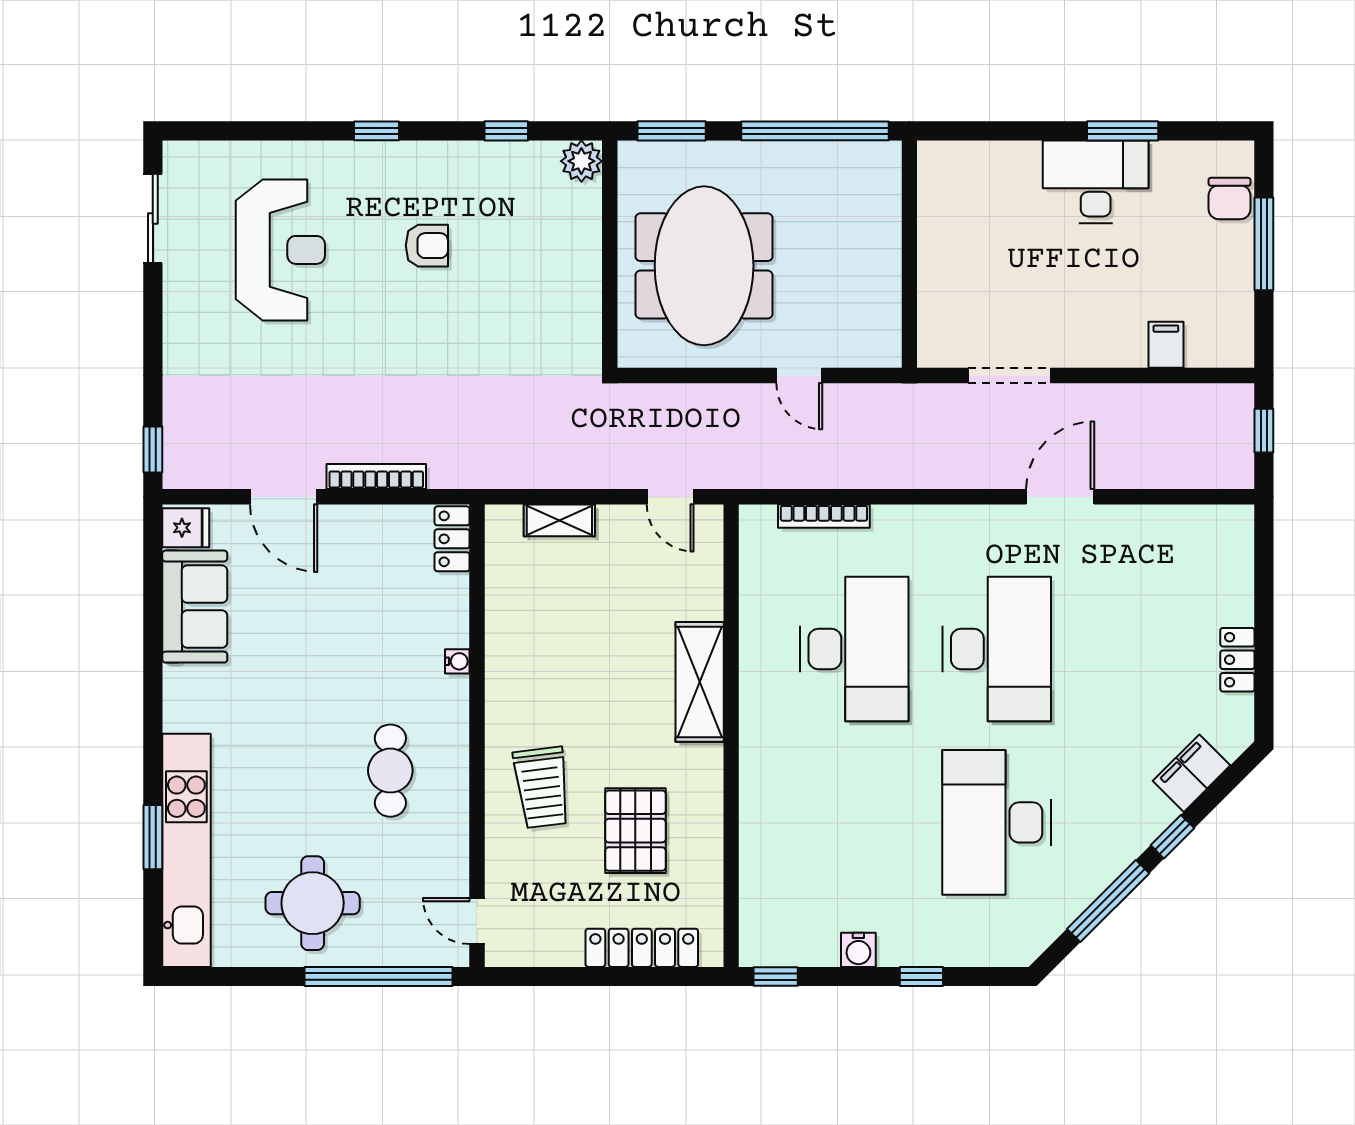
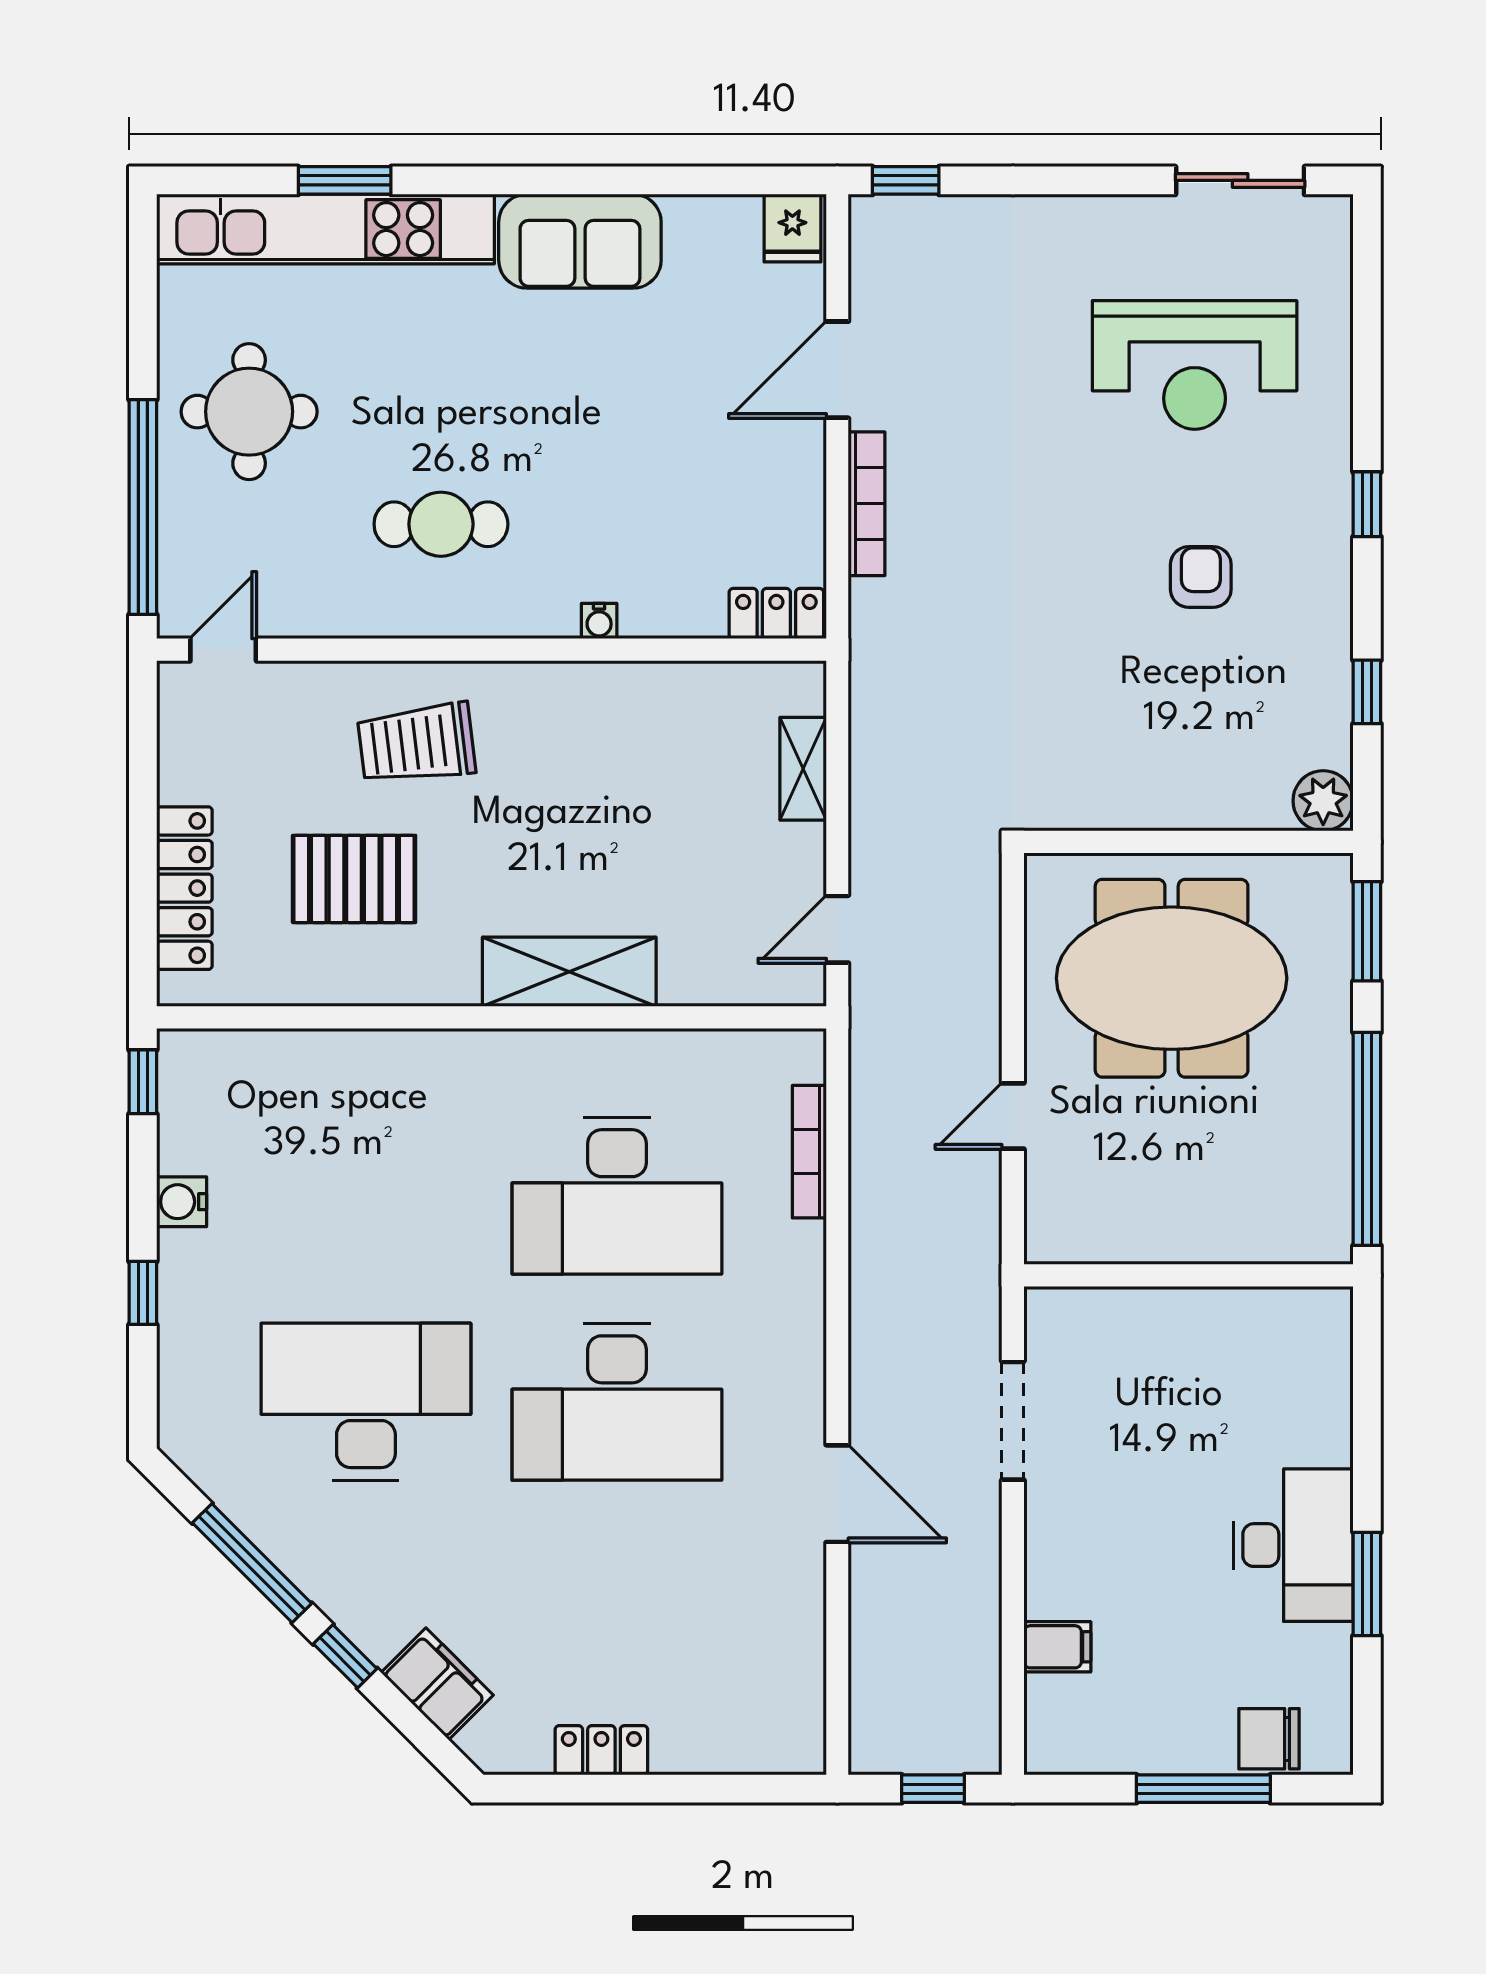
armchair: (427, 246) -> (1201, 577), turned 180
sofa: (195, 607) -> (580, 241), moved

